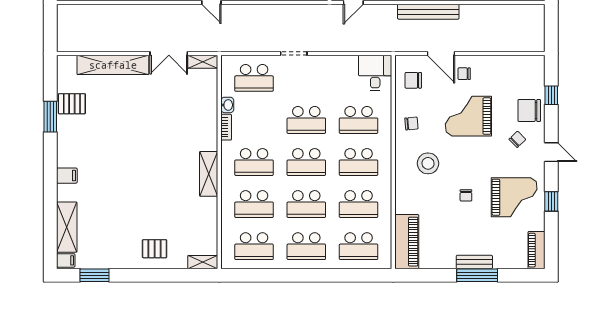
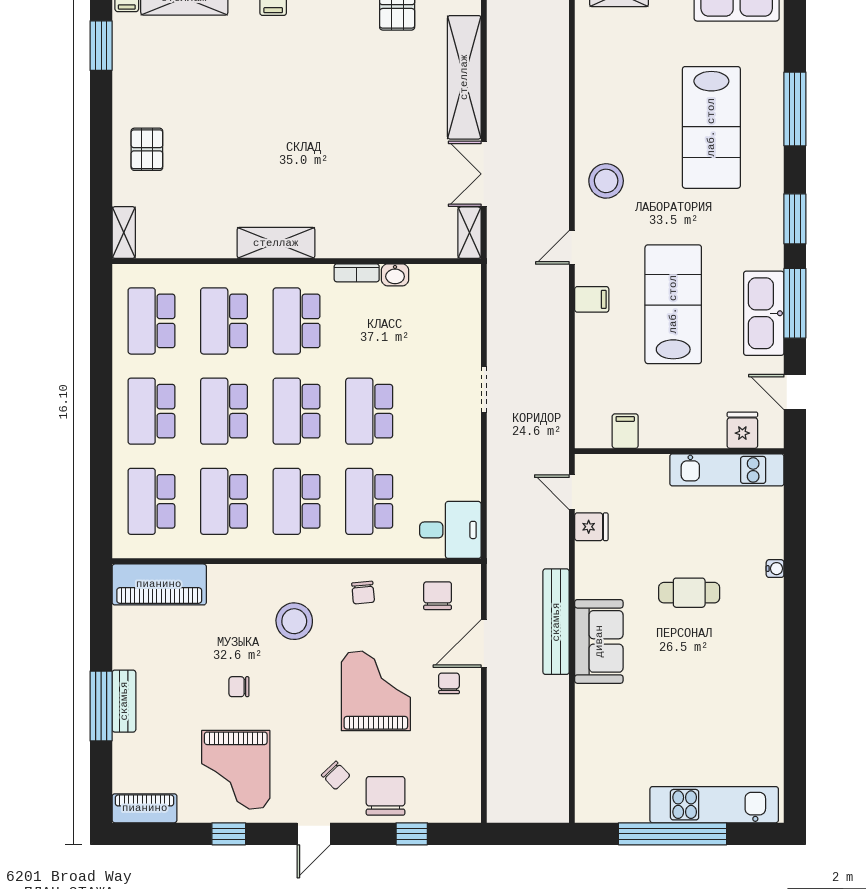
school desk: (254, 78) -> (442, 321), removed

